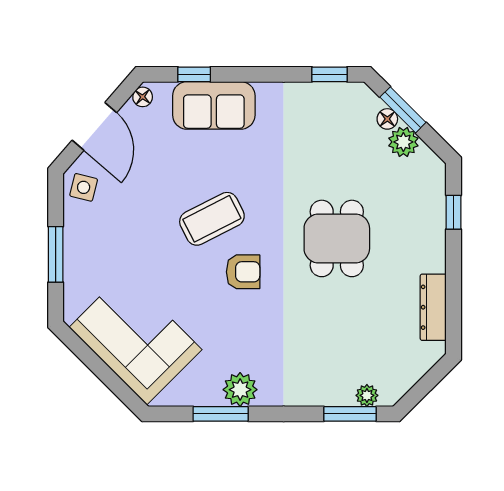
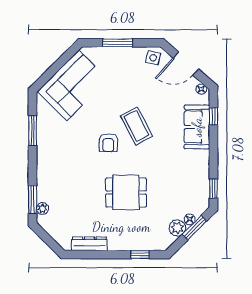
plant: (240, 390) -> (46, 141), removed

